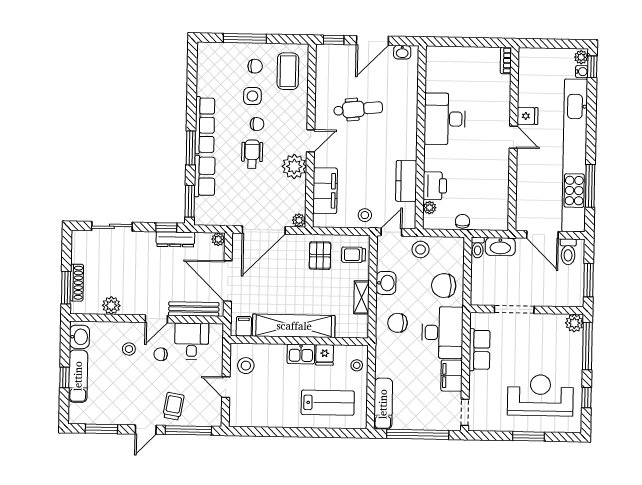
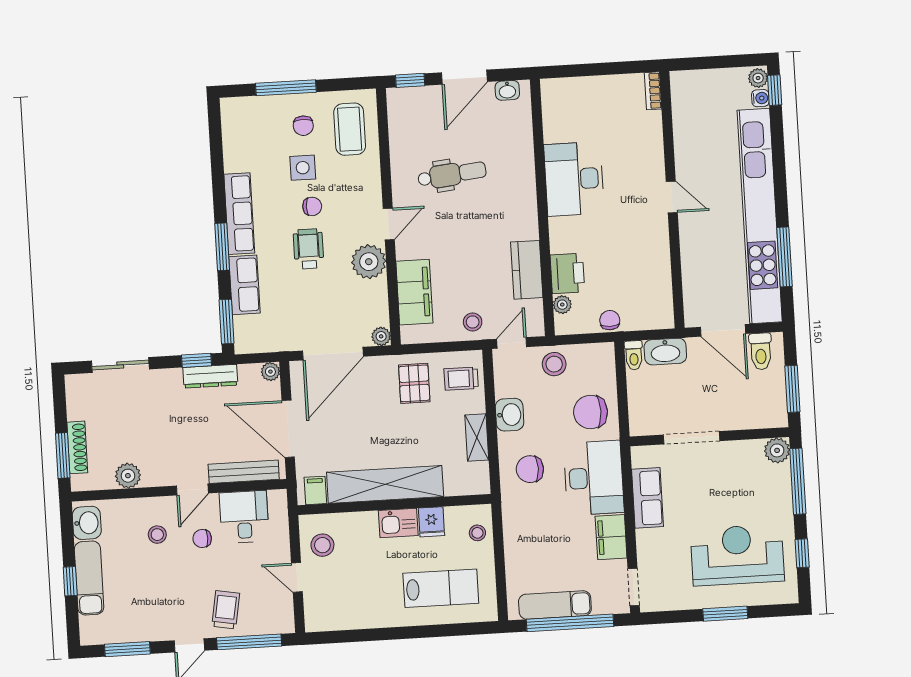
chair: (255, 66) -> (303, 126), turned 90
fridge: (527, 116) -> (689, 166), removed
exam couch: (383, 404) -> (555, 605), moved, turned -90

